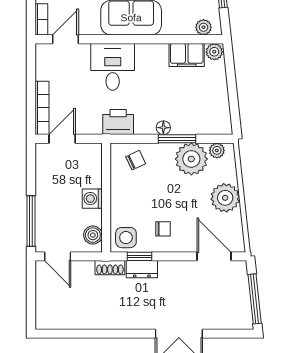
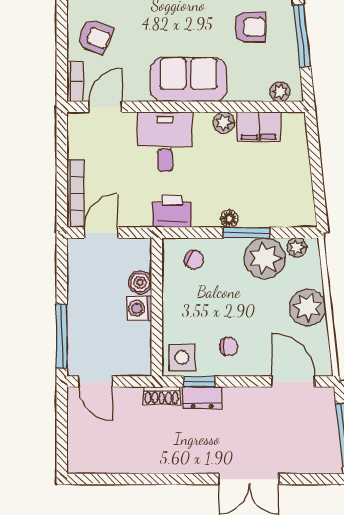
plant: (214, 52) -> (224, 123), moved
chair: (136, 160) -> (194, 260), turned 56
boiler: (93, 235) -> (140, 282), moved

